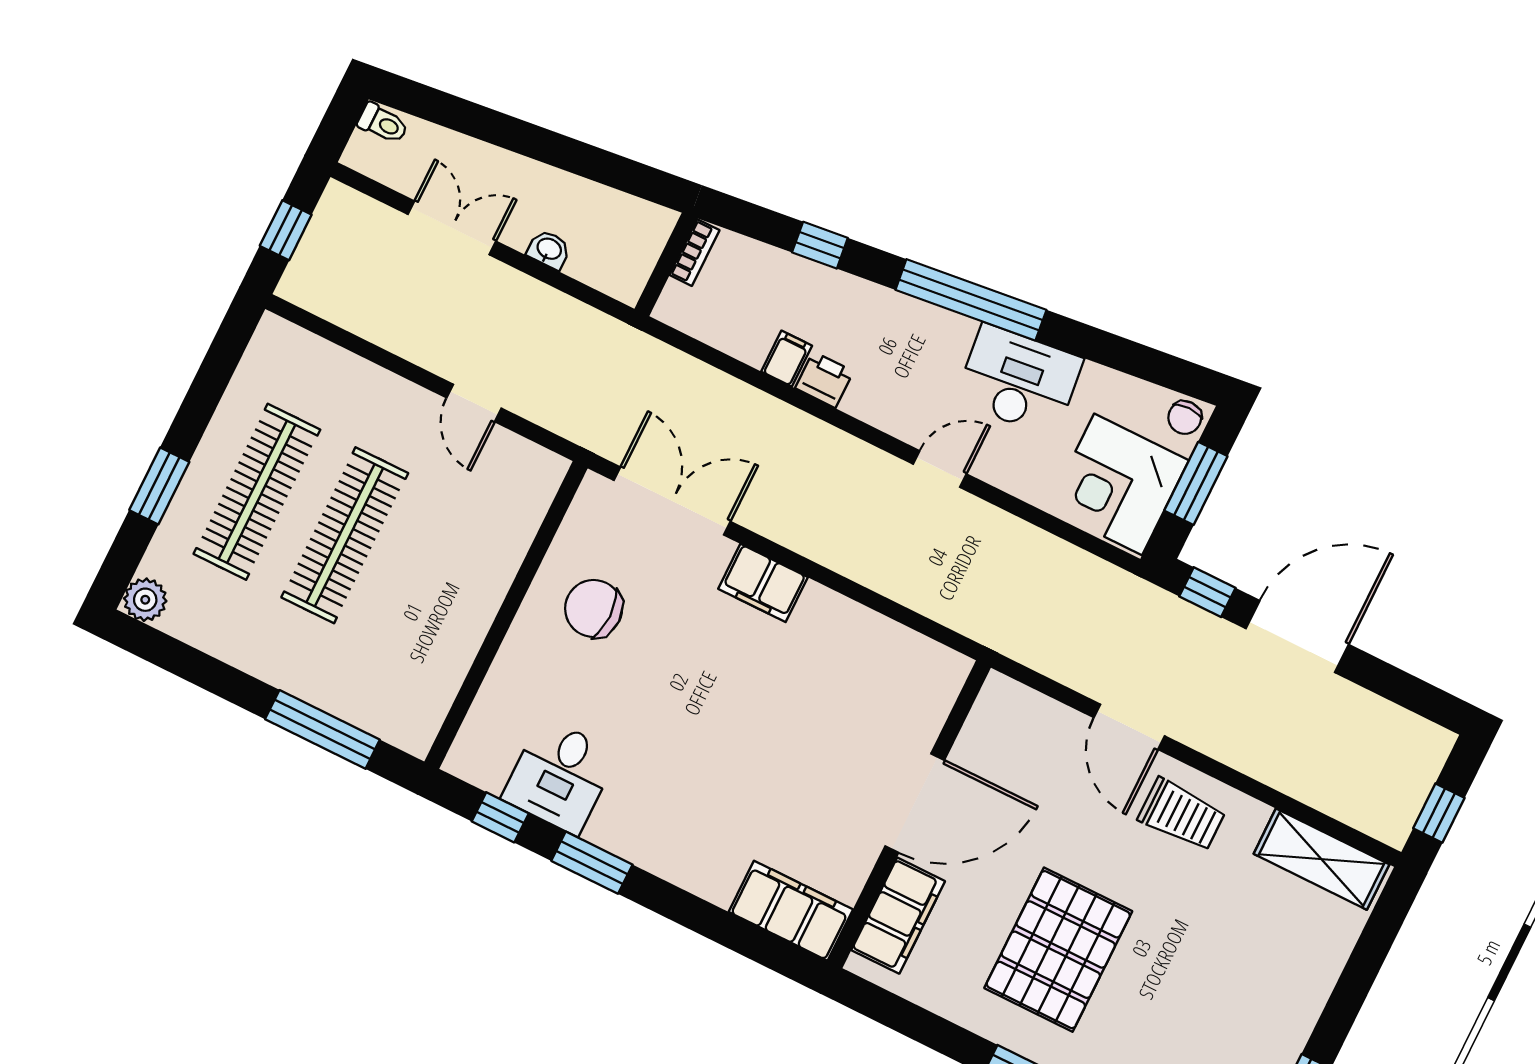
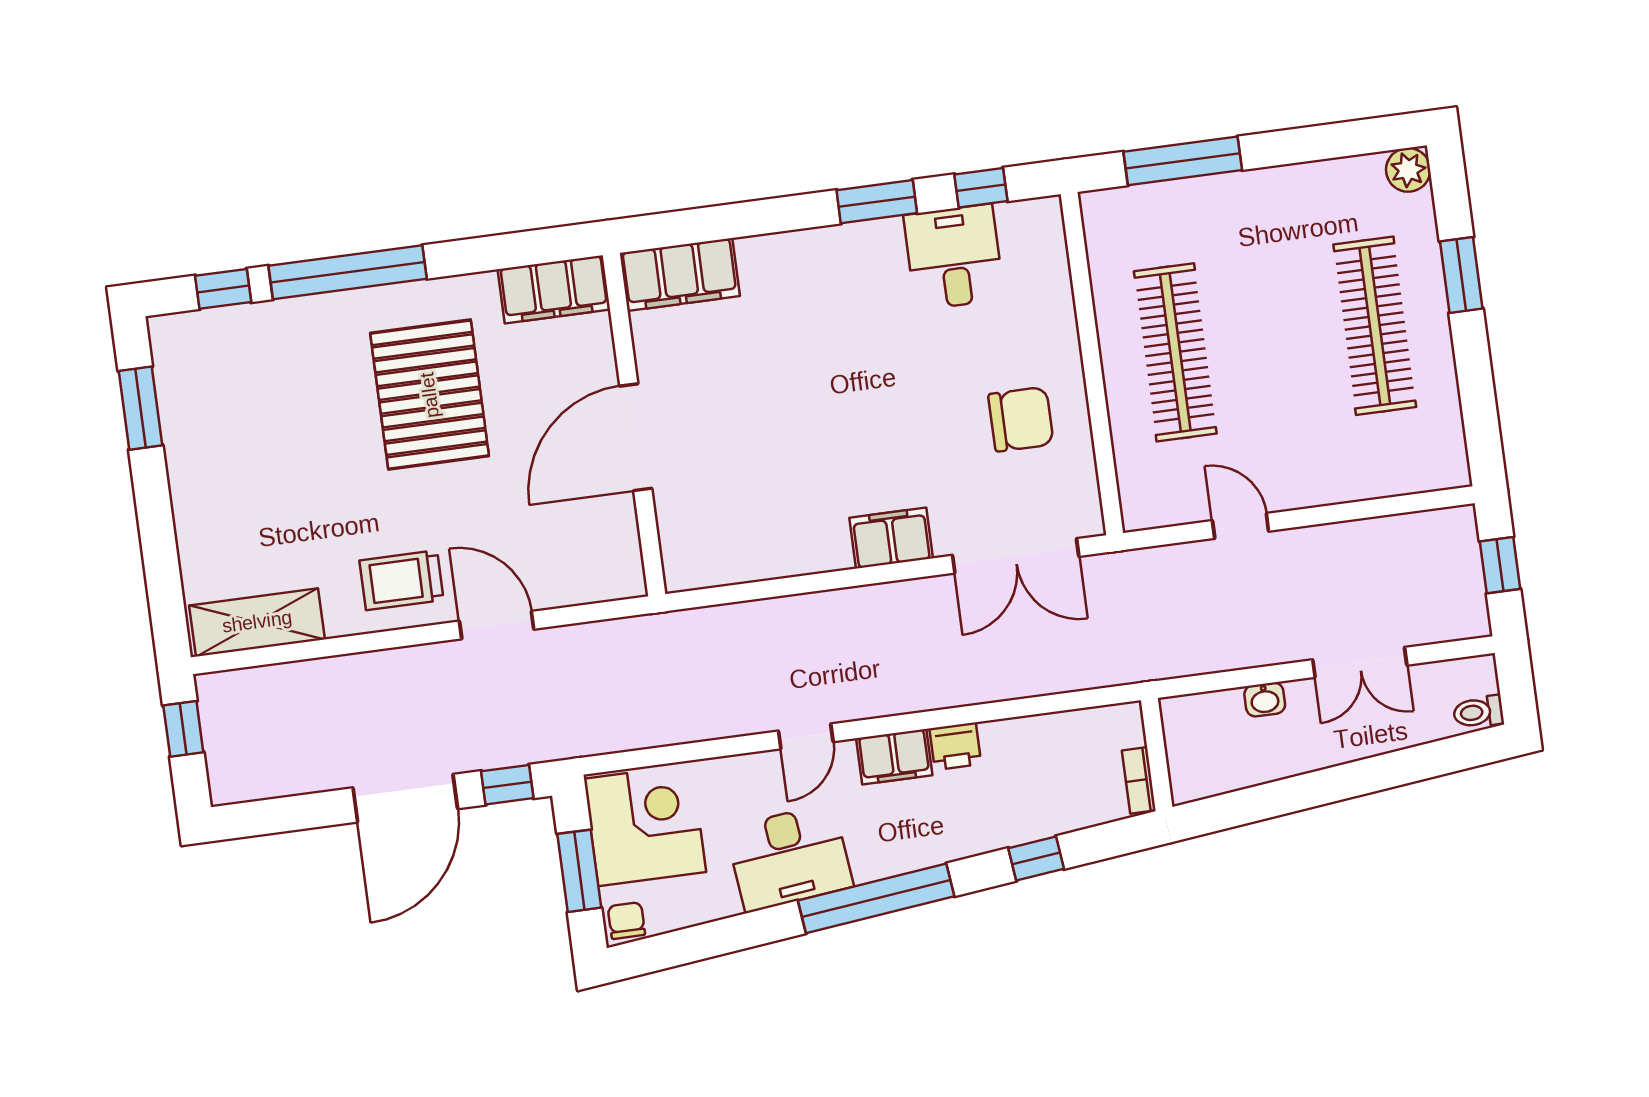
filing cabinet: (787, 359) -> (894, 757), moved, width x2.00
clothes rail: (345, 535) -> (1175, 352), moved
filing cabinet: (898, 916) -> (554, 289), moved, turned -90

